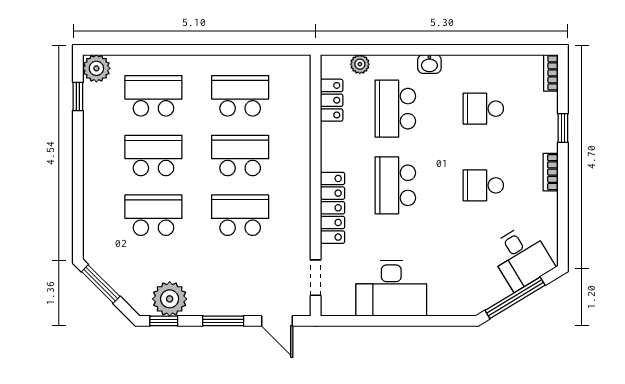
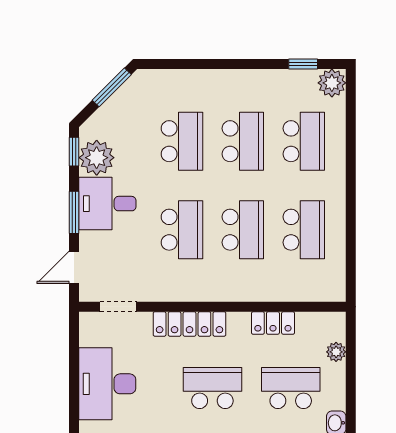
locker: (332, 100) -> (273, 323), moved
desk: (215, 288) -> (107, 204), added

